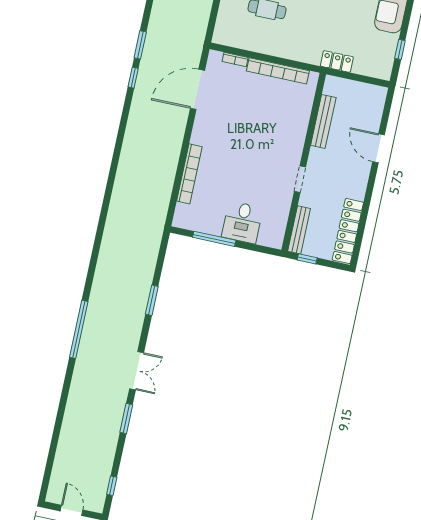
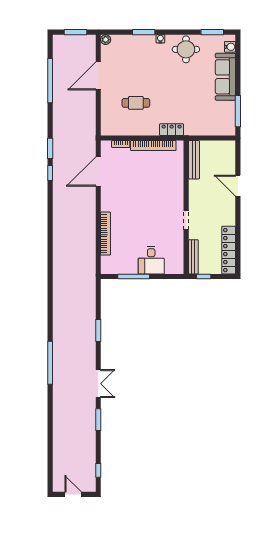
window: (400, 49) -> (238, 111), width x2.17
locker: (337, 61) -> (172, 130), moved
bench: (323, 121) -> (194, 160), moved

